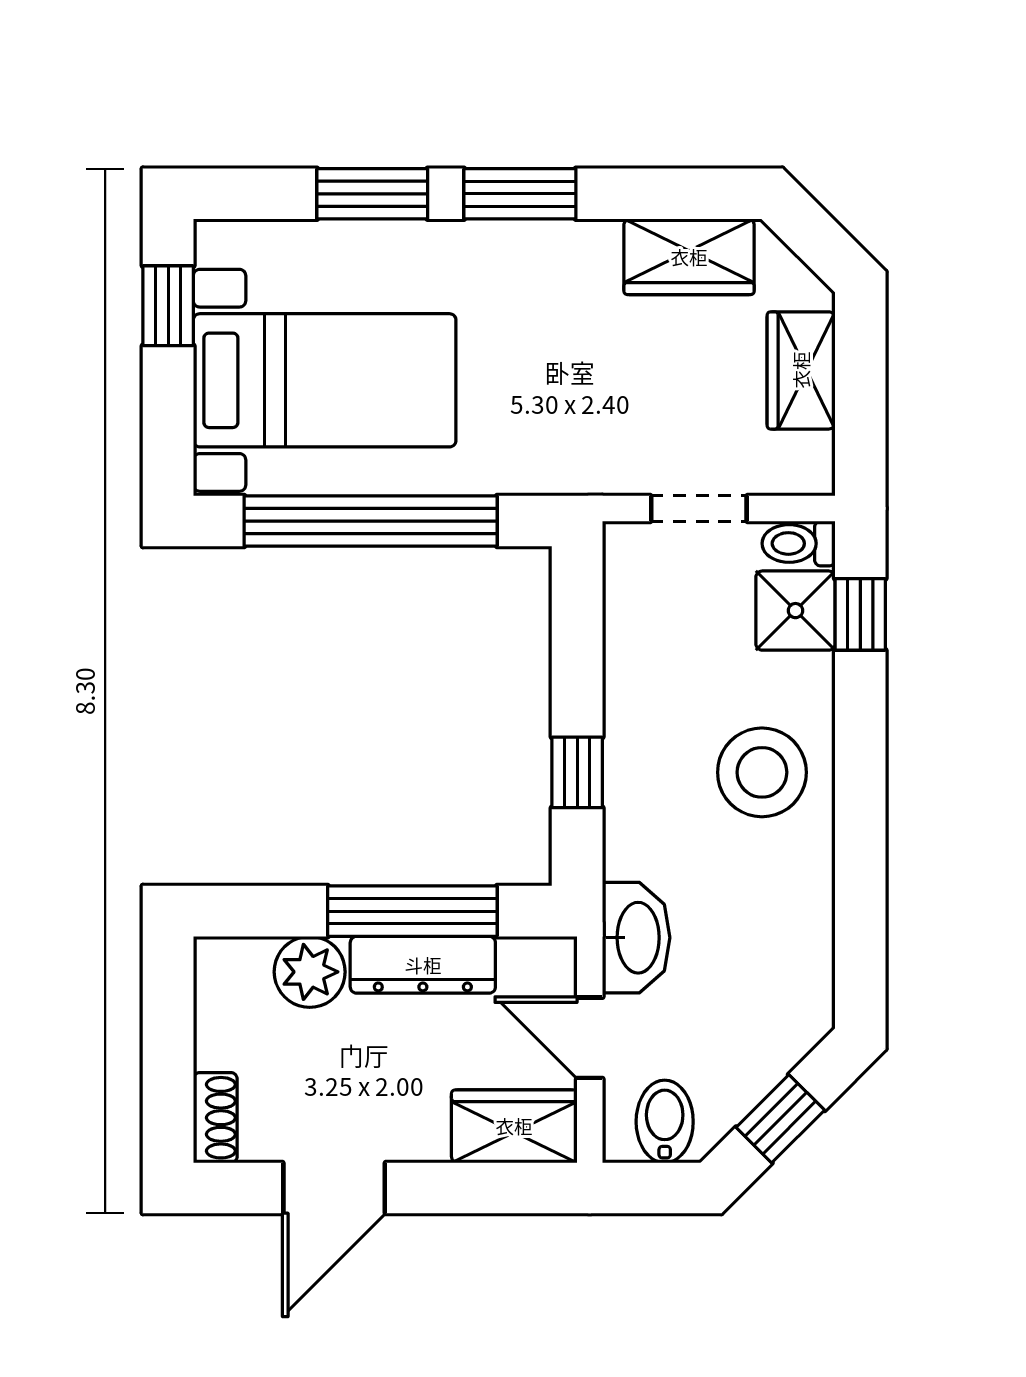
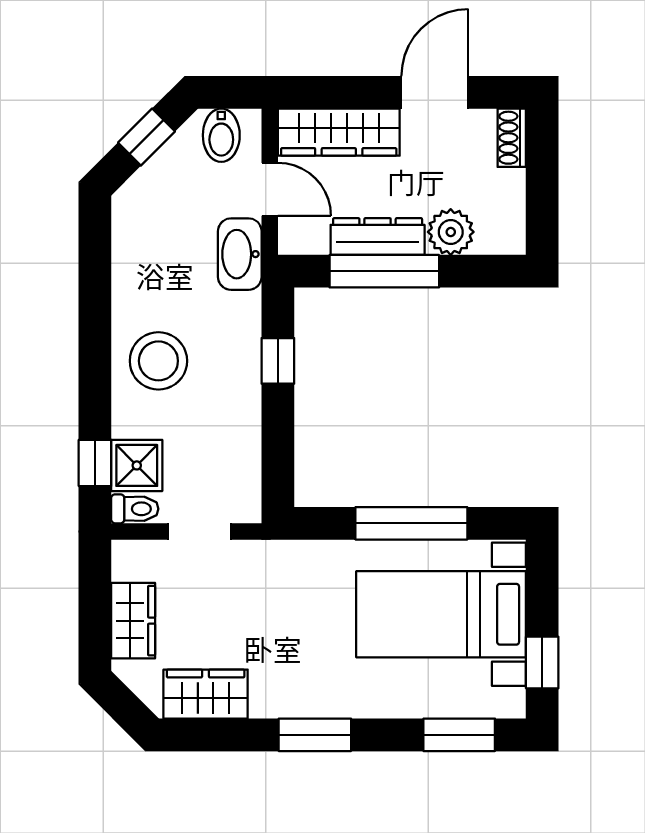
window: (372, 194) -> (459, 735), moved
window: (371, 521) -> (411, 523), width x0.68
wardrobe: (514, 1126) -> (339, 132), width x1.50

